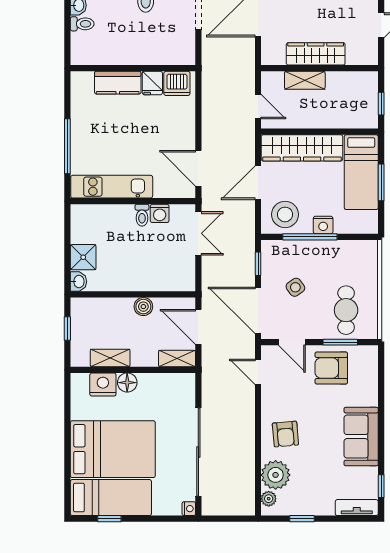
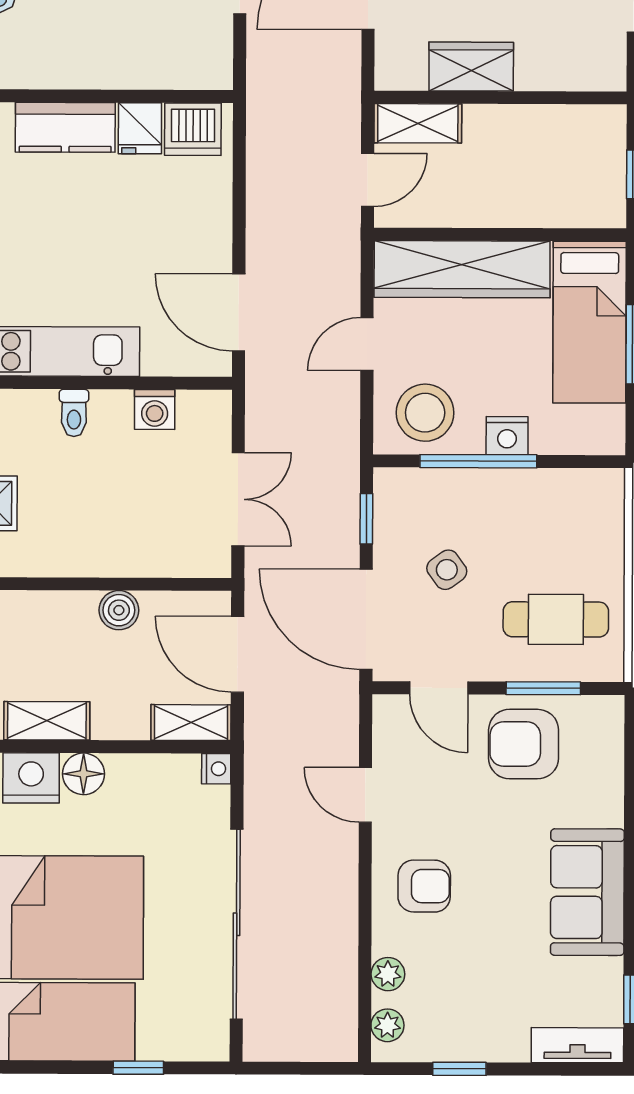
wardrobe: (316, 54) -> (471, 67), width x0.67
shelving: (305, 80) -> (418, 123), moved
door: (258, 107) -> (368, 180), hinge flipped
door: (258, 183) -> (367, 344), width x0.73
toilet: (142, 215) -> (74, 413), moved
double door: (198, 233) -> (238, 499), moved
cafe table: (346, 310) -> (556, 619), turned 90
door: (258, 372) -> (365, 795), moved
armchair: (285, 434) -> (424, 886), turned -85
plant: (276, 475) -> (388, 974), width x0.53, depth x0.53
nightstand: (189, 509) -> (216, 769), moved
window: (109, 519) -> (138, 1068), moved

